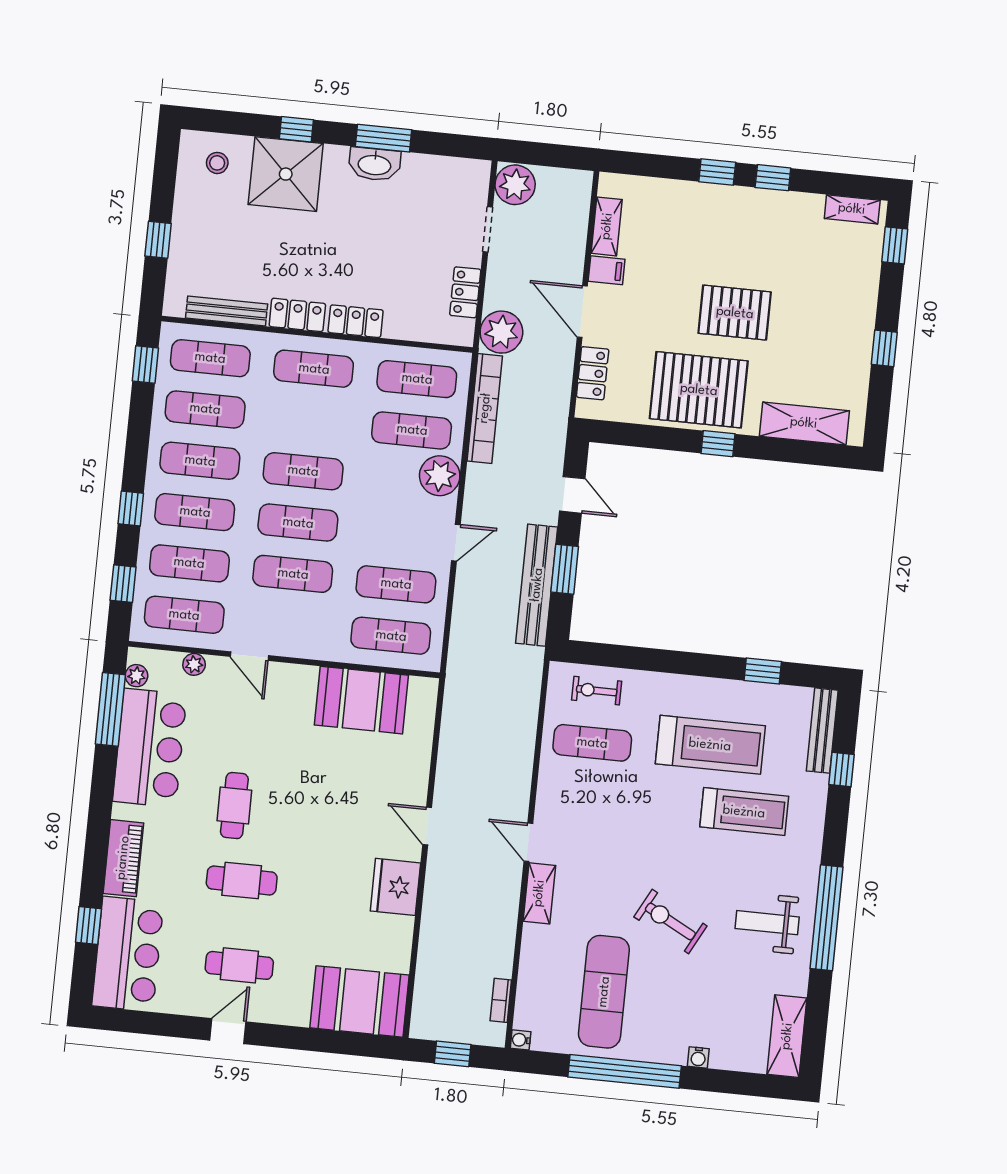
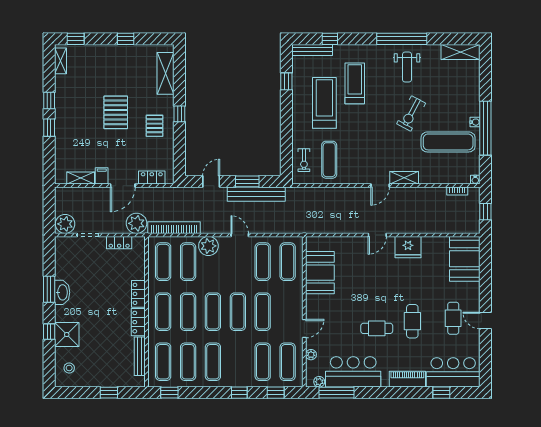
shower: (286, 174) -> (67, 335), width x0.73, depth x0.73
pallet: (699, 390) -> (155, 126), width x0.49, depth x0.50
exercise mat: (195, 512) -> (188, 312), moved
water cooler: (698, 1057) -> (475, 122), moved

